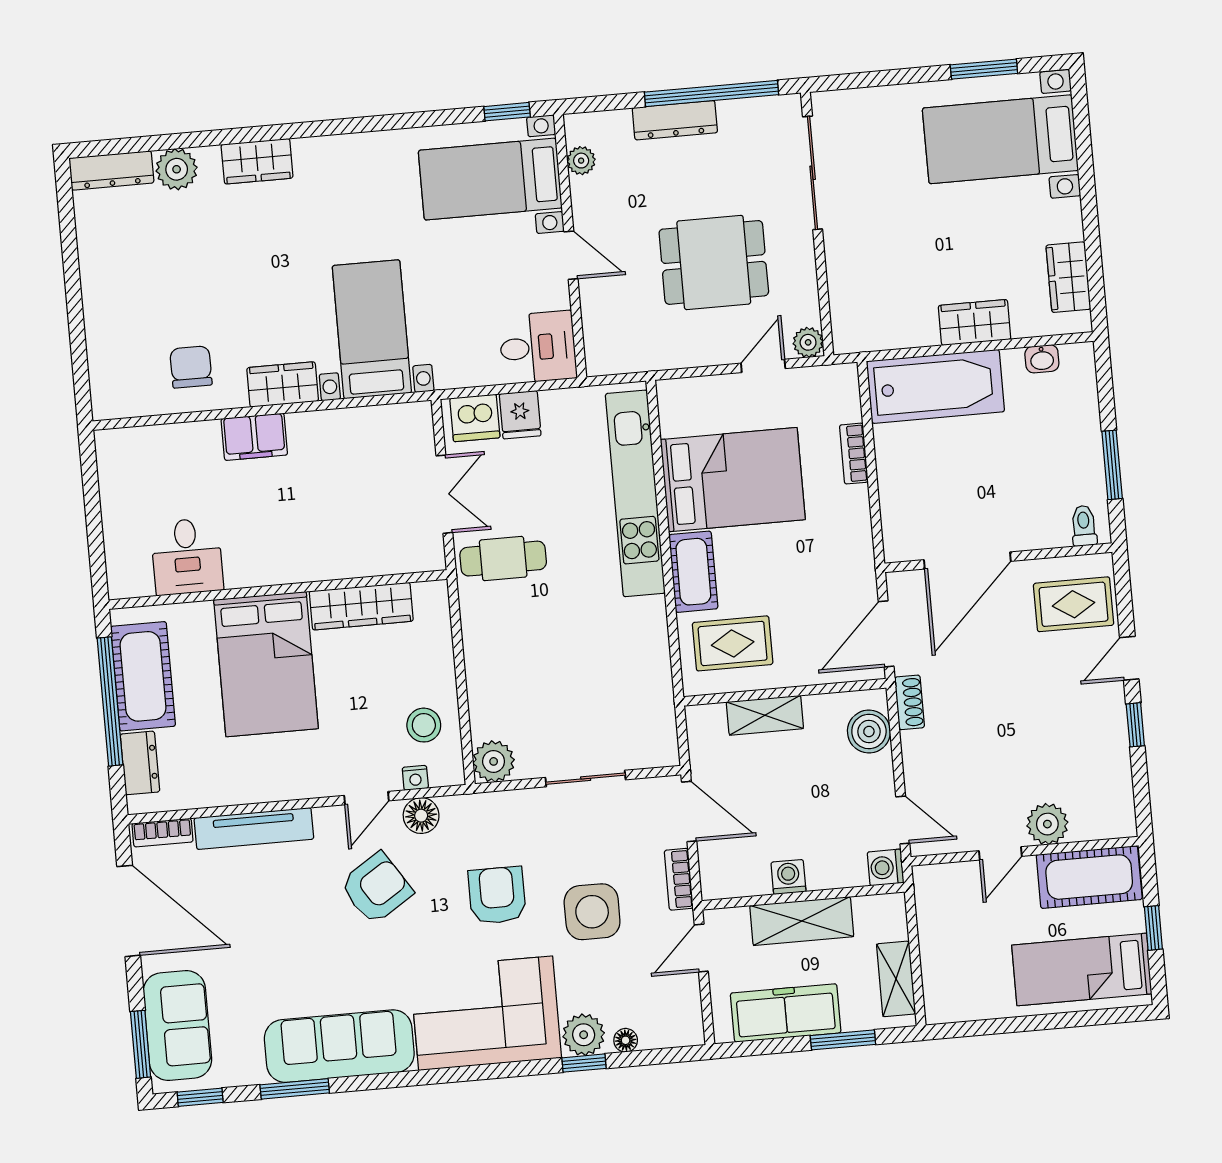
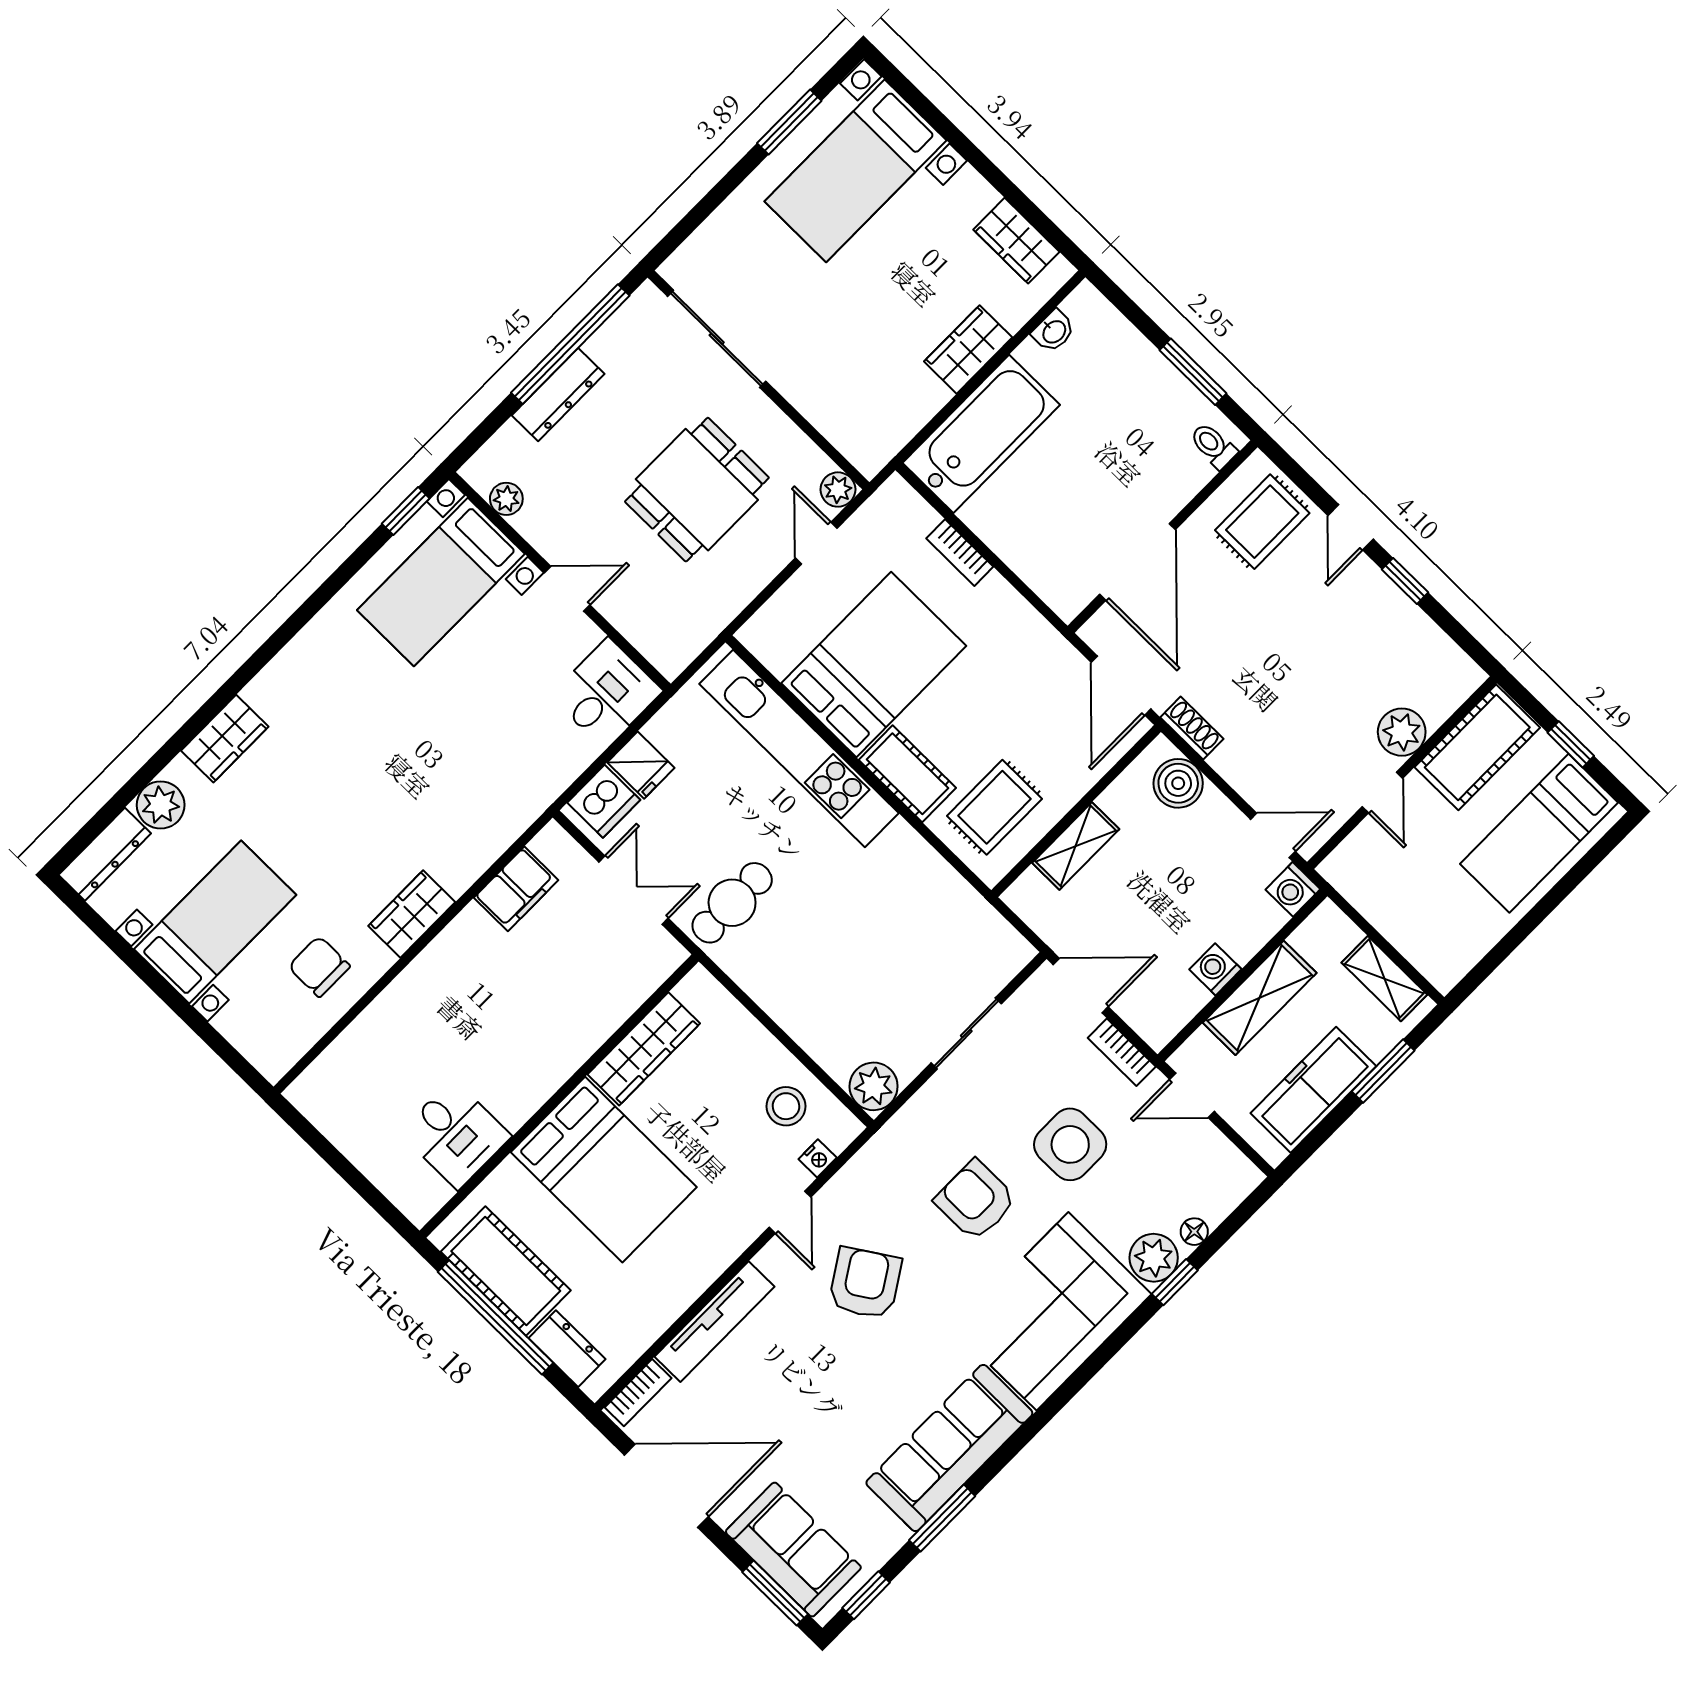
bed with nightstands: (372, 329) -> (215, 922), moved, turned 90
filing cabinet: (254, 437) -> (516, 889), moved
floor lamp: (421, 816) -> (850, 1187), removed
door: (701, 948) -> (1192, 1095), hinge flipped

